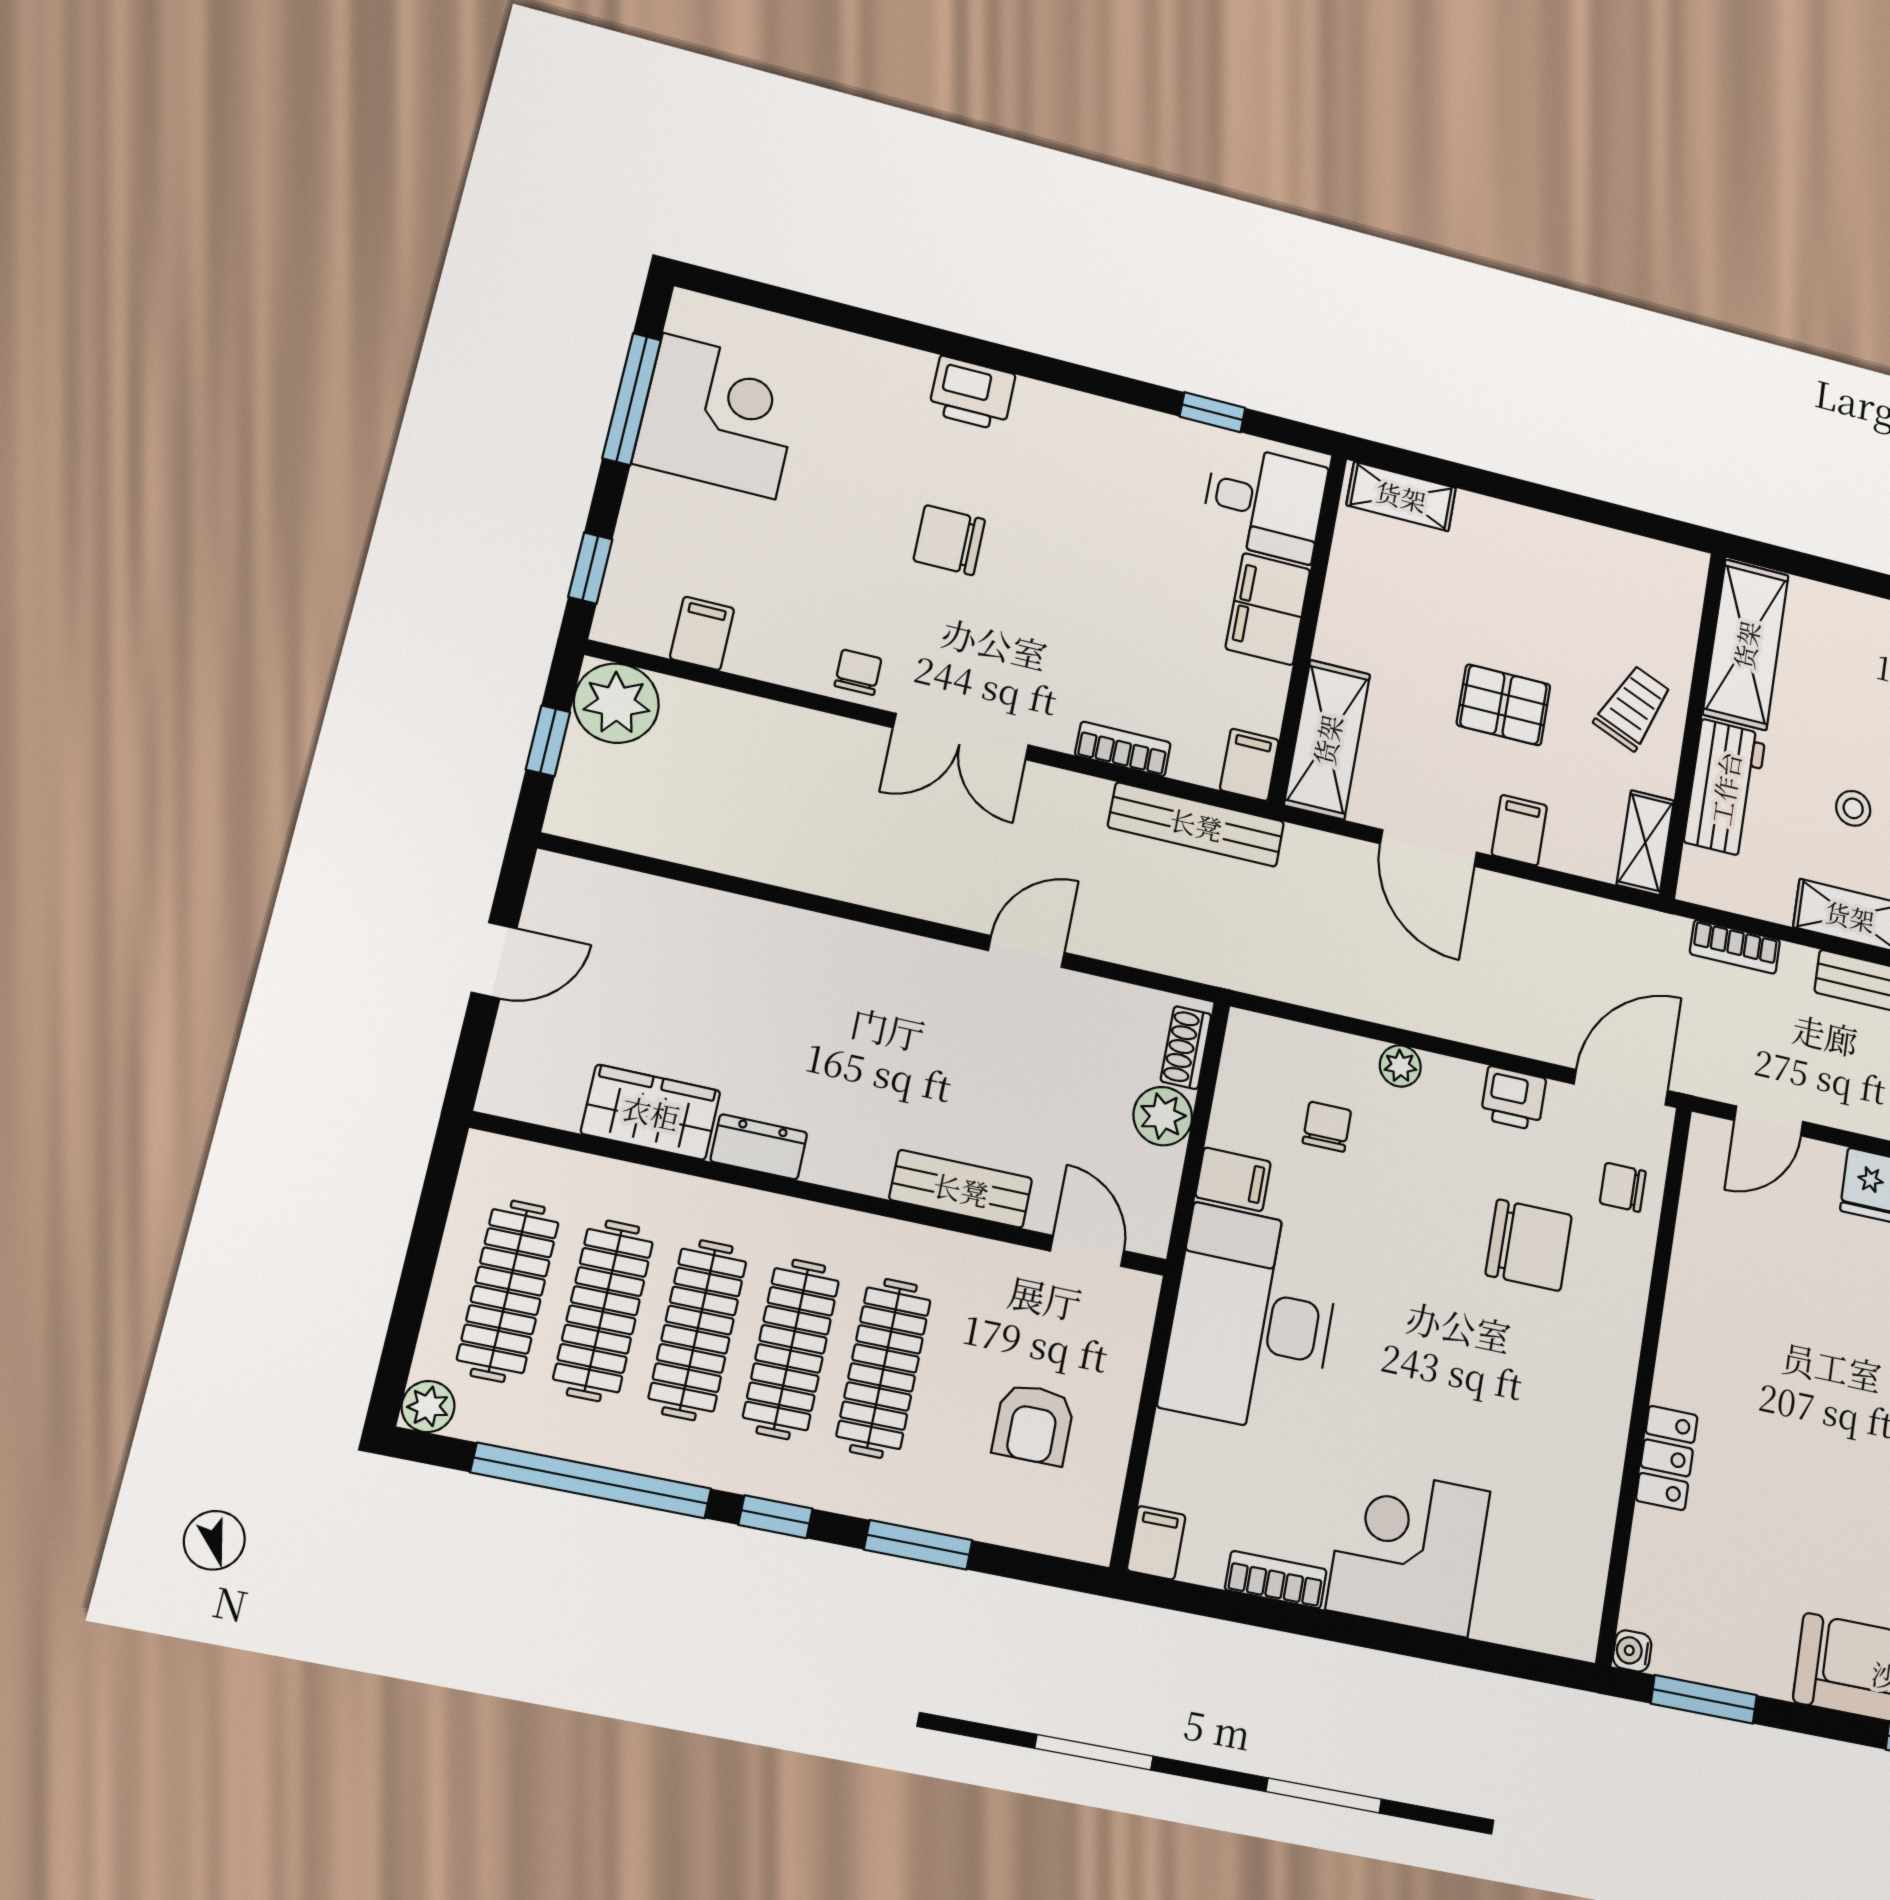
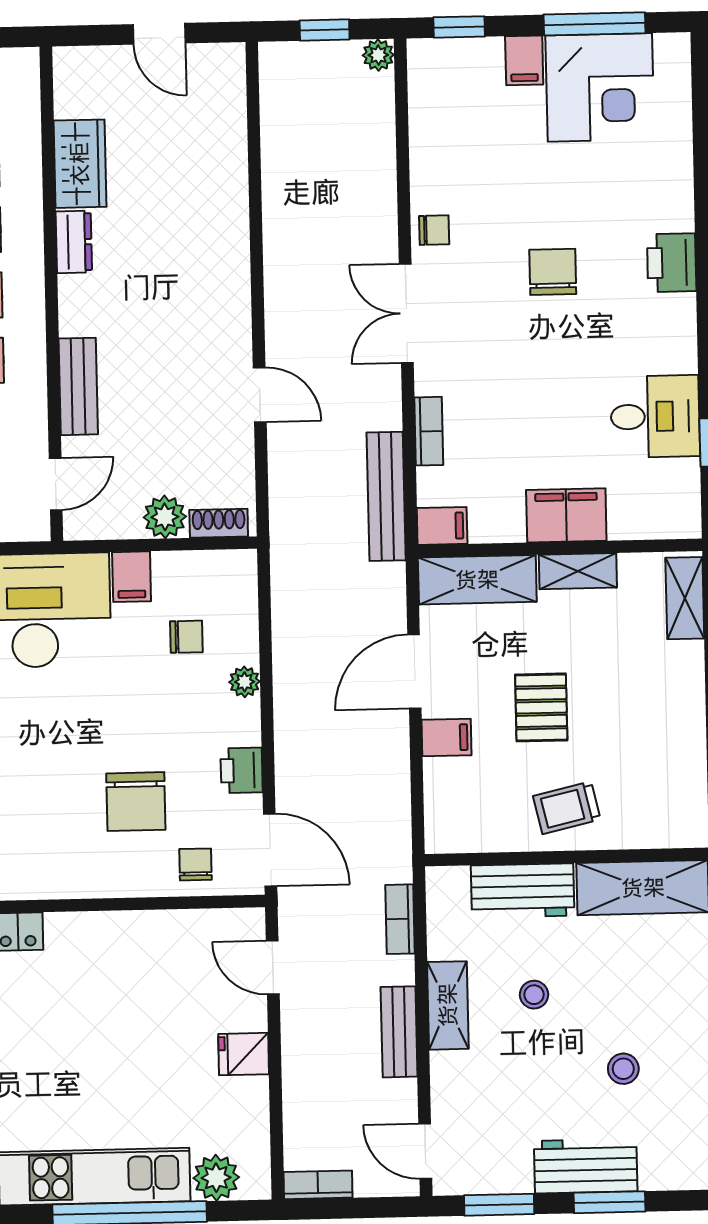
desk: (1264, 502) -> (655, 416), moved, turned -90
filing cabinet: (702, 633) -> (524, 60), moved, turned 90
plant: (616, 703) -> (378, 55), width x0.53, depth x0.53
trolley: (1633, 708) -> (567, 808), turned 144
shelving: (1645, 843) -> (578, 571), moved

